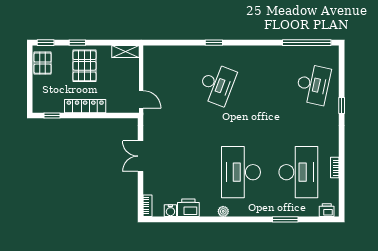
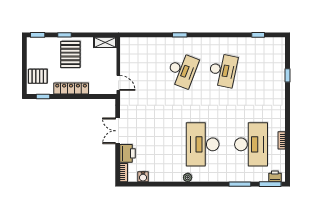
window: (307, 43) -> (258, 35), width x0.32
pallet: (43, 63) -> (38, 76), moved, turned 90
desk: (313, 84) -> (223, 70), moved
window: (342, 105) -> (287, 75), moved
printer: (188, 208) -> (128, 153), moved, turned 90
window: (321, 219) -> (270, 184), added

